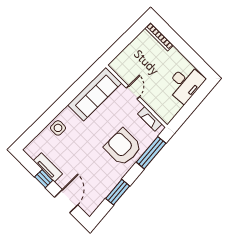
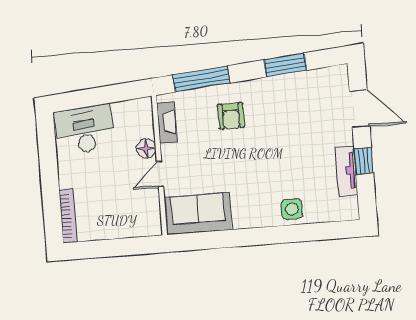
sofa: (95, 94) -> (198, 214), width x0.73
floor lamp: (149, 99) -> (146, 148), added
armchair: (123, 147) -> (231, 116), width x0.53, depth x0.53
door: (66, 201) -> (360, 109), swing flipped

